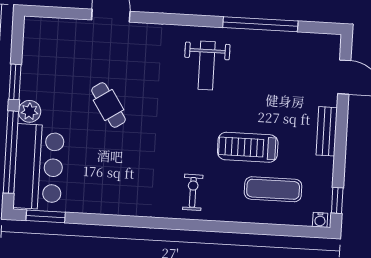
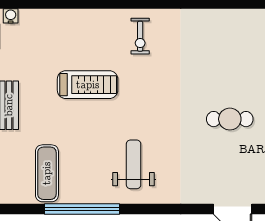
cafe table: (109, 105) -> (230, 119), turned -57
exercise mat: (273, 189) -> (47, 173), moved, turned 90

